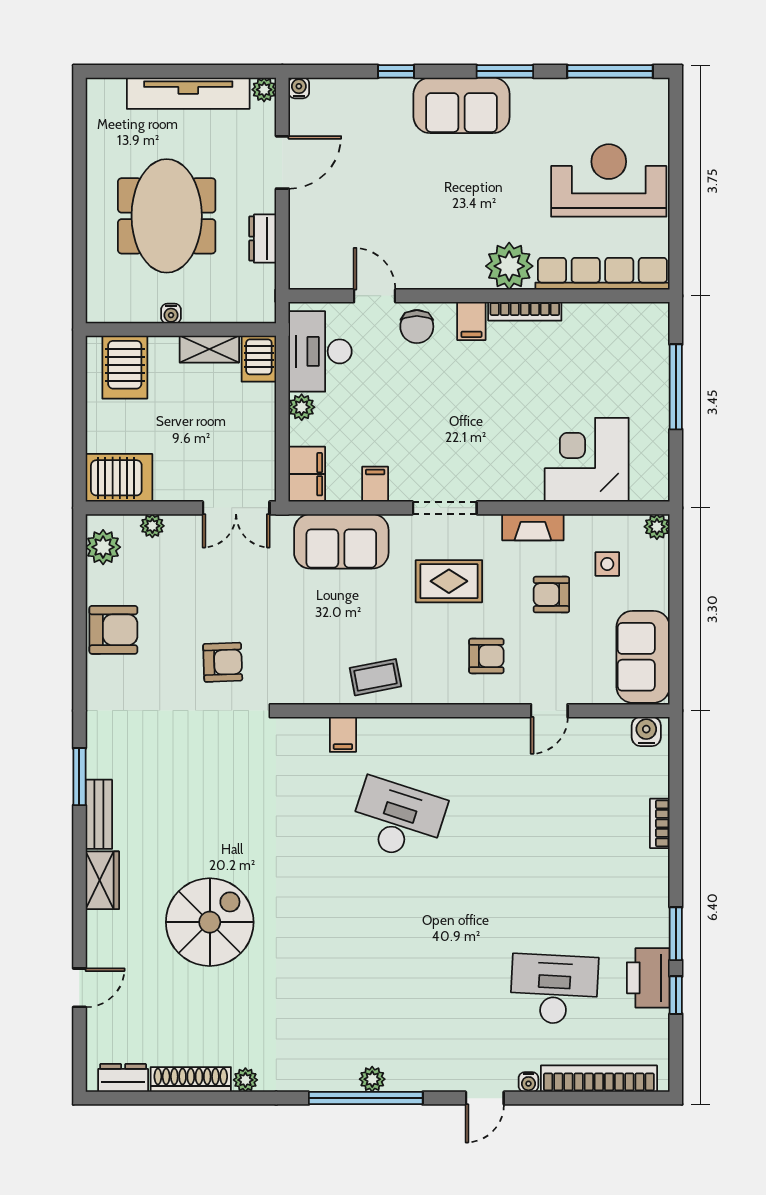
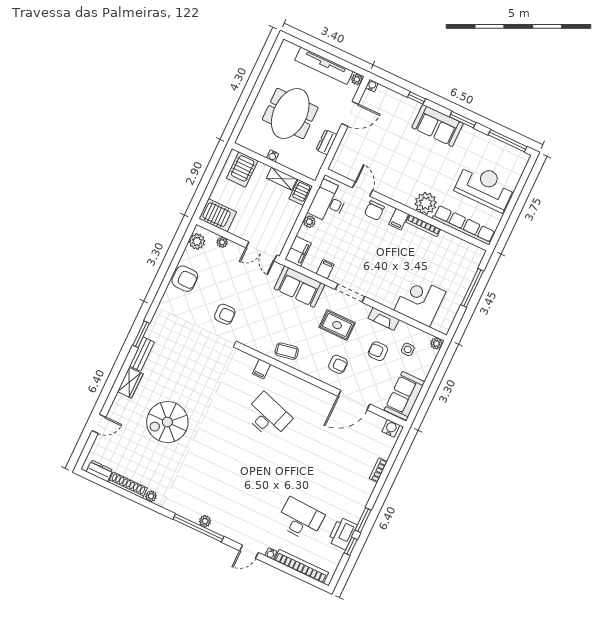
door: (549, 711) -> (354, 400), width x1.87
spiral stairs: (210, 922) -> (167, 422), turned 180

